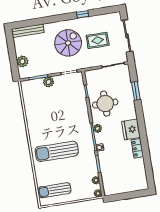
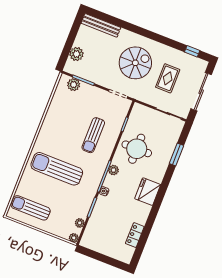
window: (83, 14) -> (192, 51), moved
rug: (98, 40) -> (168, 78), turned 90
plant: (49, 82) -> (74, 85), moved
sun lounger: (69, 112) -> (93, 135), added
locker: (137, 148) -> (135, 235), moved

